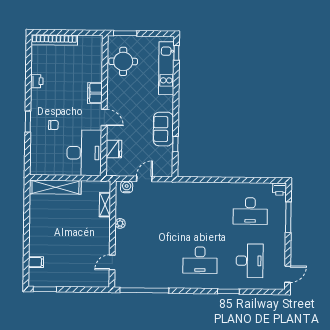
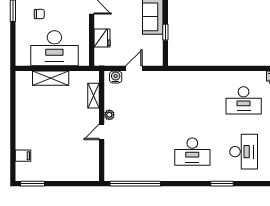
desk: (84, 153) -> (54, 48), moved, turned 90
shelving: (55, 187) -> (51, 78), width x0.68
door: (112, 262) -> (102, 132), moved

